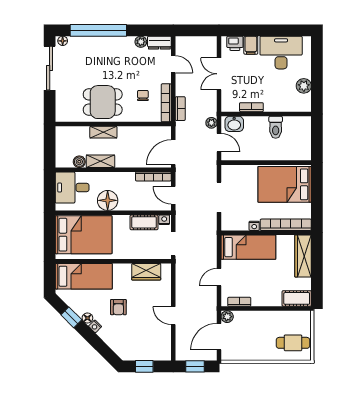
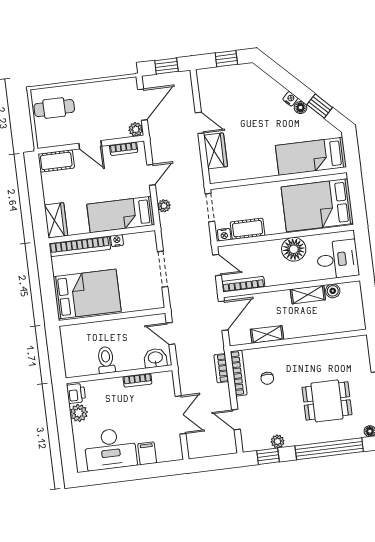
window: (150, 30) -> (268, 456), added
dresser: (159, 43) -> (255, 443), removed
printer: (235, 43) -> (76, 393), moved, turned 90
dining table: (103, 102) -> (327, 401), moved
plant: (211, 123) -> (164, 206), moved
shelving: (103, 132) -> (267, 334), moved
wardrobe: (303, 256) -> (56, 220), width x0.67
wardrobe: (146, 272) -> (216, 151), moved, turned 90
armchair: (118, 307) -> (266, 125), removed
door: (267, 308) -> (90, 145), added

